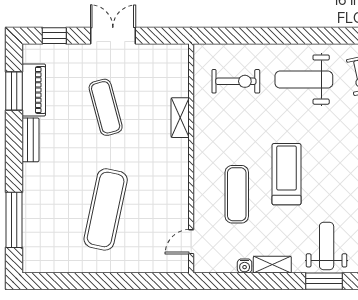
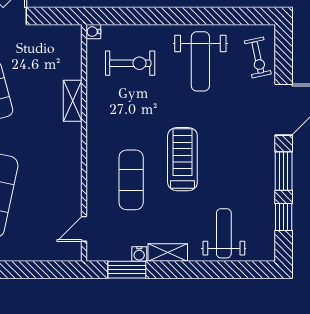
water cooler: (200, 51) -> (93, 32), added
weight bench: (304, 80) -> (200, 61), turned -90
window: (324, 281) -> (127, 270), moved

